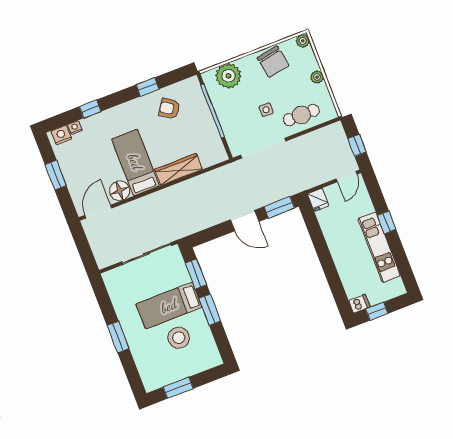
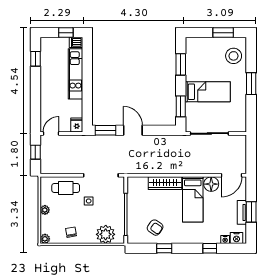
chair: (273, 62) -> (71, 232), width x0.54, depth x0.54
tv unit: (67, 170) -> (242, 212), added
window: (387, 222) -> (35, 59), moved
kitchen unit: (379, 247) -> (75, 74), moved, turned 180
window: (210, 310) -> (181, 64), moved
stool: (179, 338) -> (234, 56), moved

